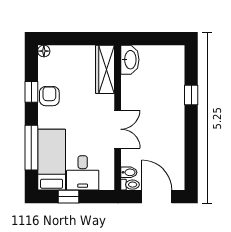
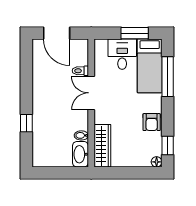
window: (31, 92) -> (168, 146), moved
bidet: (129, 172) -> (81, 135), moved
toilet: (130, 185) -> (80, 71), moved
window: (68, 197) -> (135, 33), width x1.50

